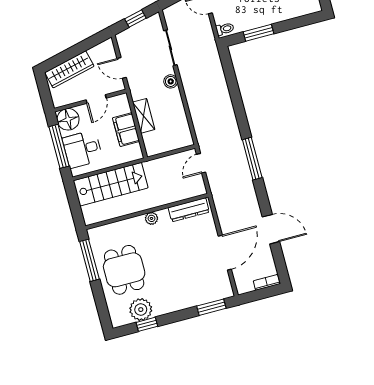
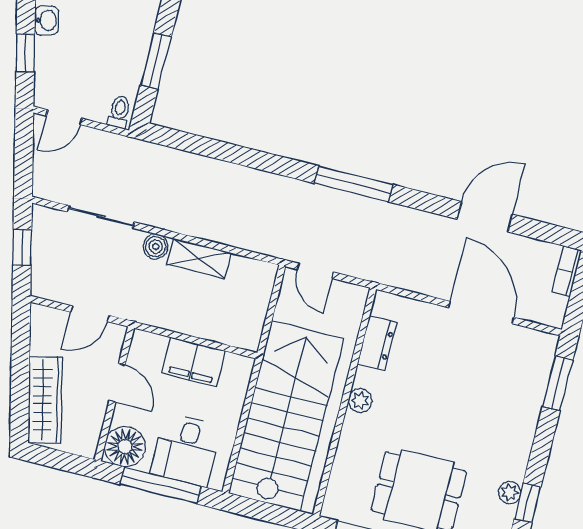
shelving: (144, 116) -> (199, 259), moved
stairs: (111, 184) -> (286, 416), width x1.36, depth x1.51
dresser: (189, 210) -> (377, 343), width x0.70
plant: (141, 310) -> (510, 493), width x0.53, depth x0.53

